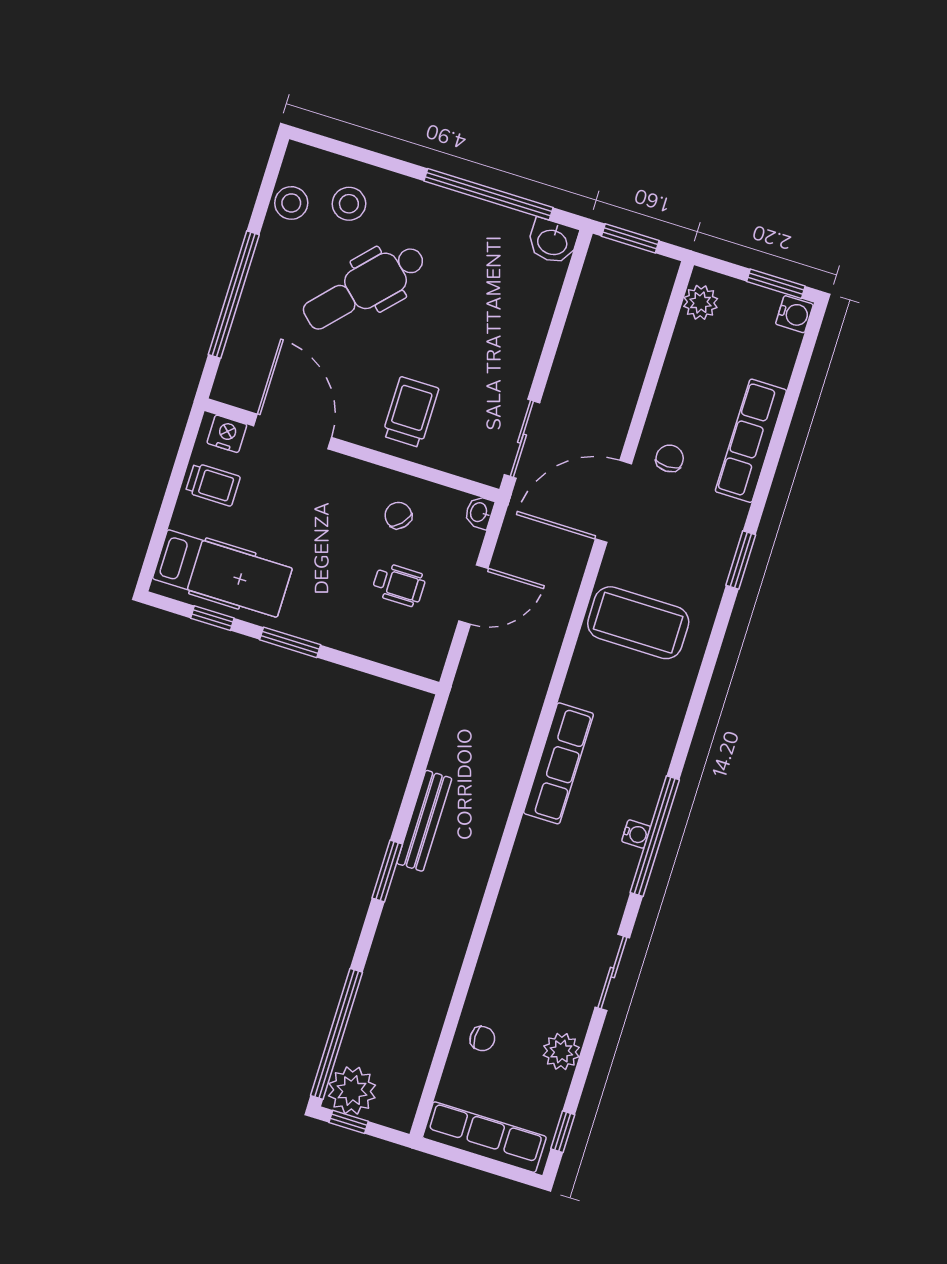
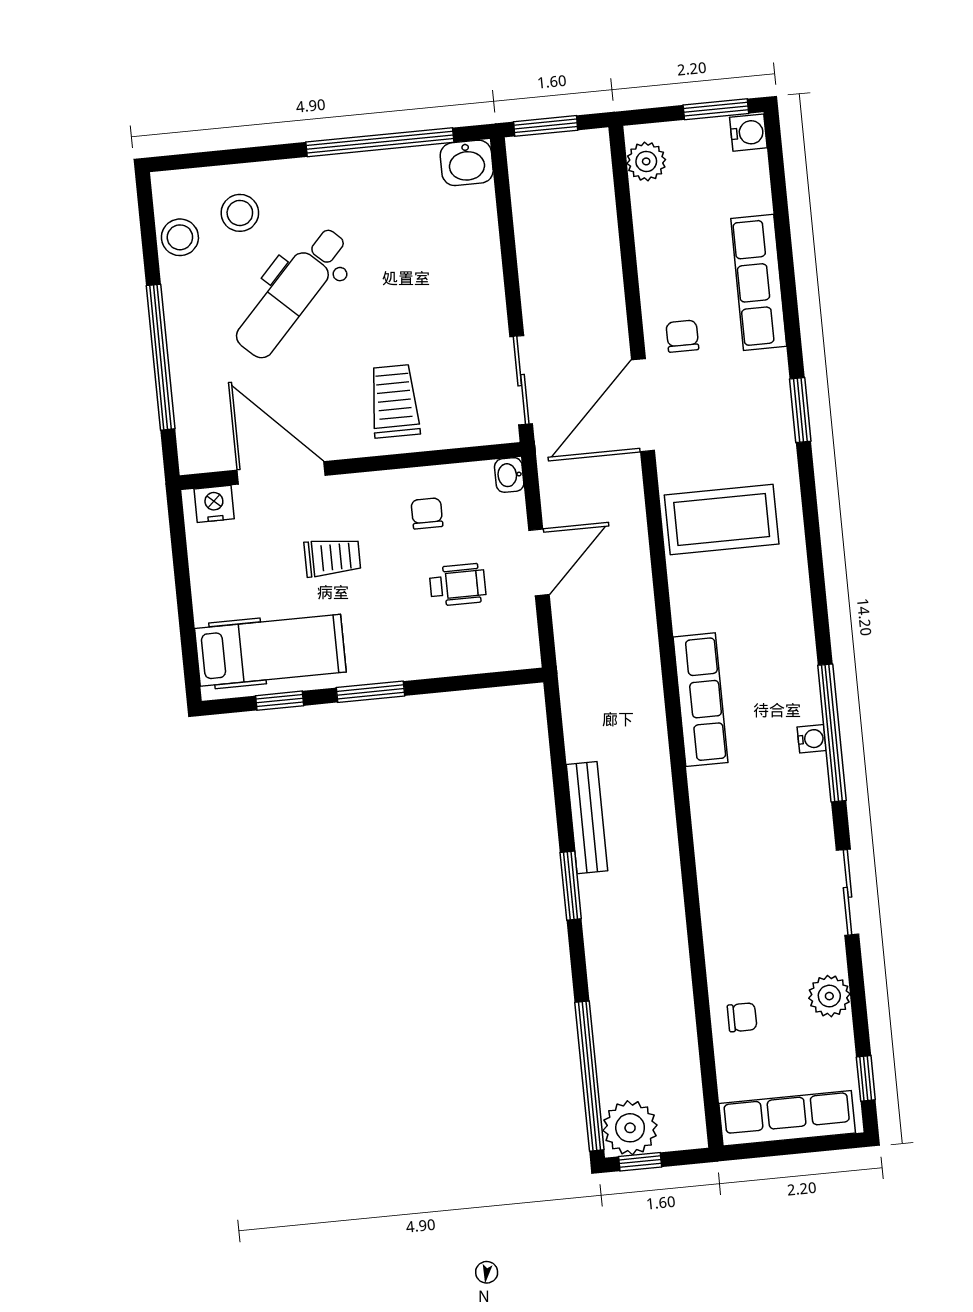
trolley: (213, 484) -> (332, 557), moved
chair: (398, 515) -> (427, 513), turned 48

